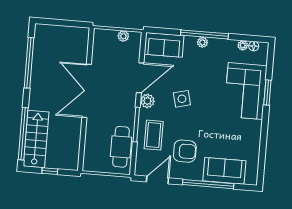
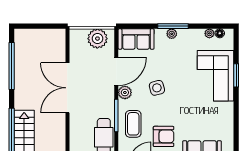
window: (205, 34) -> (173, 26), width x0.68
plant: (123, 36) -> (97, 39), width x1.88, depth x1.88

